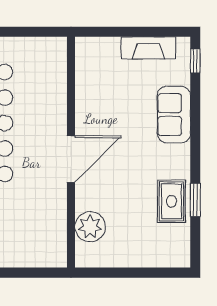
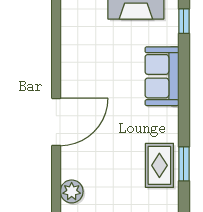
plant: (90, 227) -> (72, 191), width x0.73, depth x0.73

